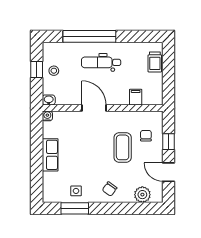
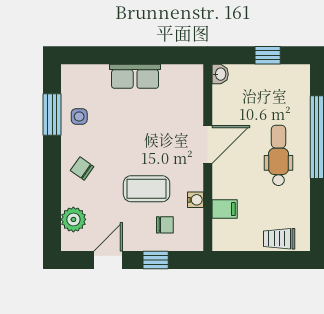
stool: (54, 71) -> (266, 82), removed
water cooler: (47, 116) -> (195, 200), moved

